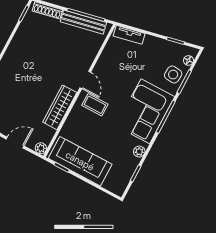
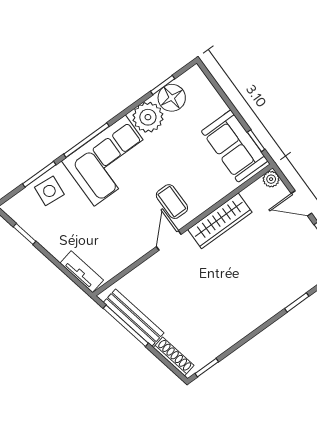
floor lamp: (188, 60) -> (172, 98), moved, width x1.89, depth x1.89
plant: (139, 152) -> (148, 117), width x1.87, depth x1.87
sofa: (80, 161) -> (235, 146), width x0.73

